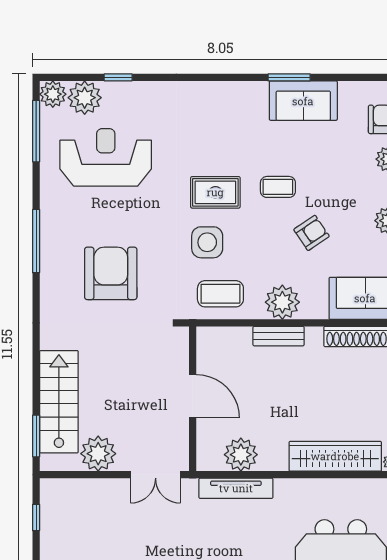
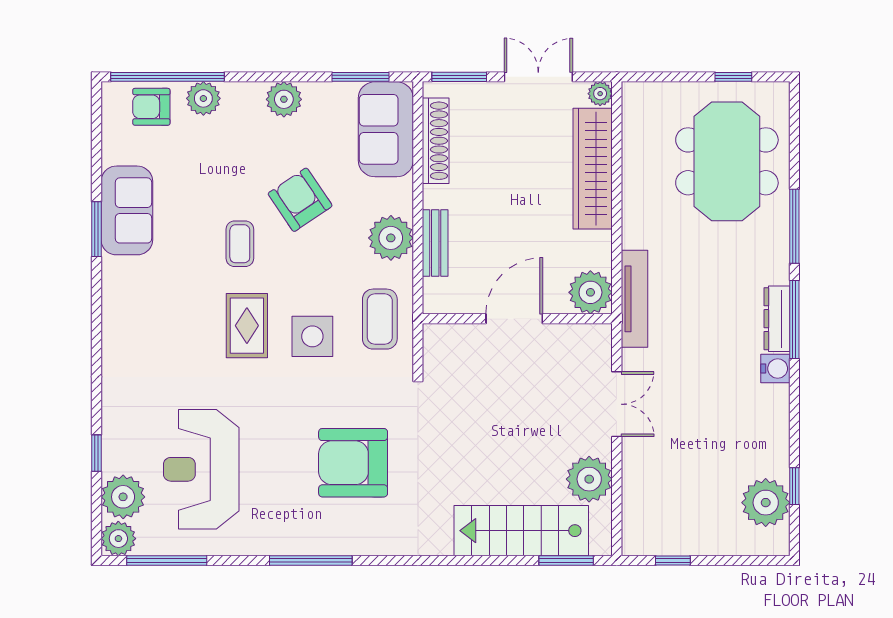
armchair: (312, 233) -> (300, 200), width x1.38, depth x1.38
door: (193, 396) -> (514, 319), moved
wall: (193, 399) -> (517, 319), moved

